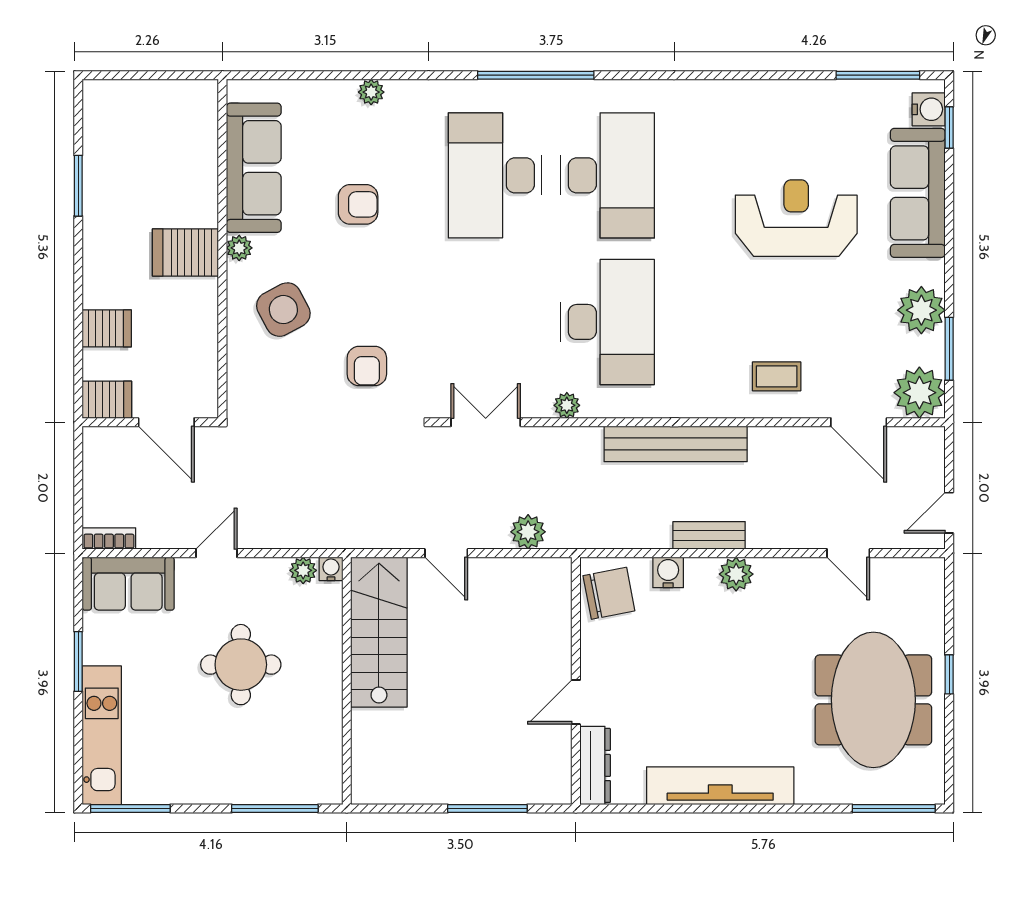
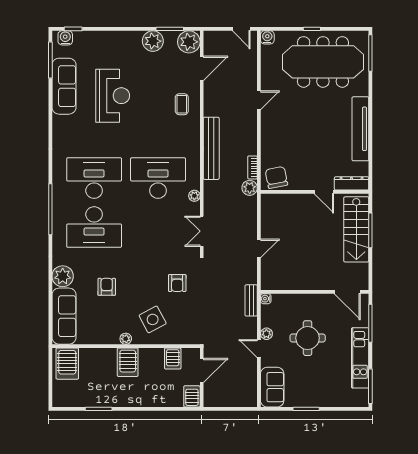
plant: (371, 92) -> (63, 276), width x1.88, depth x1.88
server rack: (182, 114) -> (67, 364), added
sofa: (254, 168) -> (64, 316), moved, turned 90
sofa: (918, 193) -> (64, 86), moved, turned -90
reception desk: (796, 218) -> (113, 96), turned 180
server rack: (107, 328) -> (173, 359), moved, turned 180
armchair: (367, 366) -> (177, 283), turned 90
plant: (528, 532) -> (250, 188), moved
bench: (709, 535) -> (251, 300), moved
bookcase: (109, 539) -> (253, 167), moved
door: (848, 553) -> (259, 100), moved
plant: (303, 570) -> (266, 334), moved
water cooler: (668, 572) -> (267, 37), moved, turned 90
plant: (736, 574) -> (268, 122), removed
stairs: (379, 632) -> (356, 229), moved, turned -90
meeting table: (873, 700) -> (323, 62), width x1.36
kitchen unit: (102, 735) -> (360, 358), moved, turned -90
door: (347, 756) -> (347, 292), added

